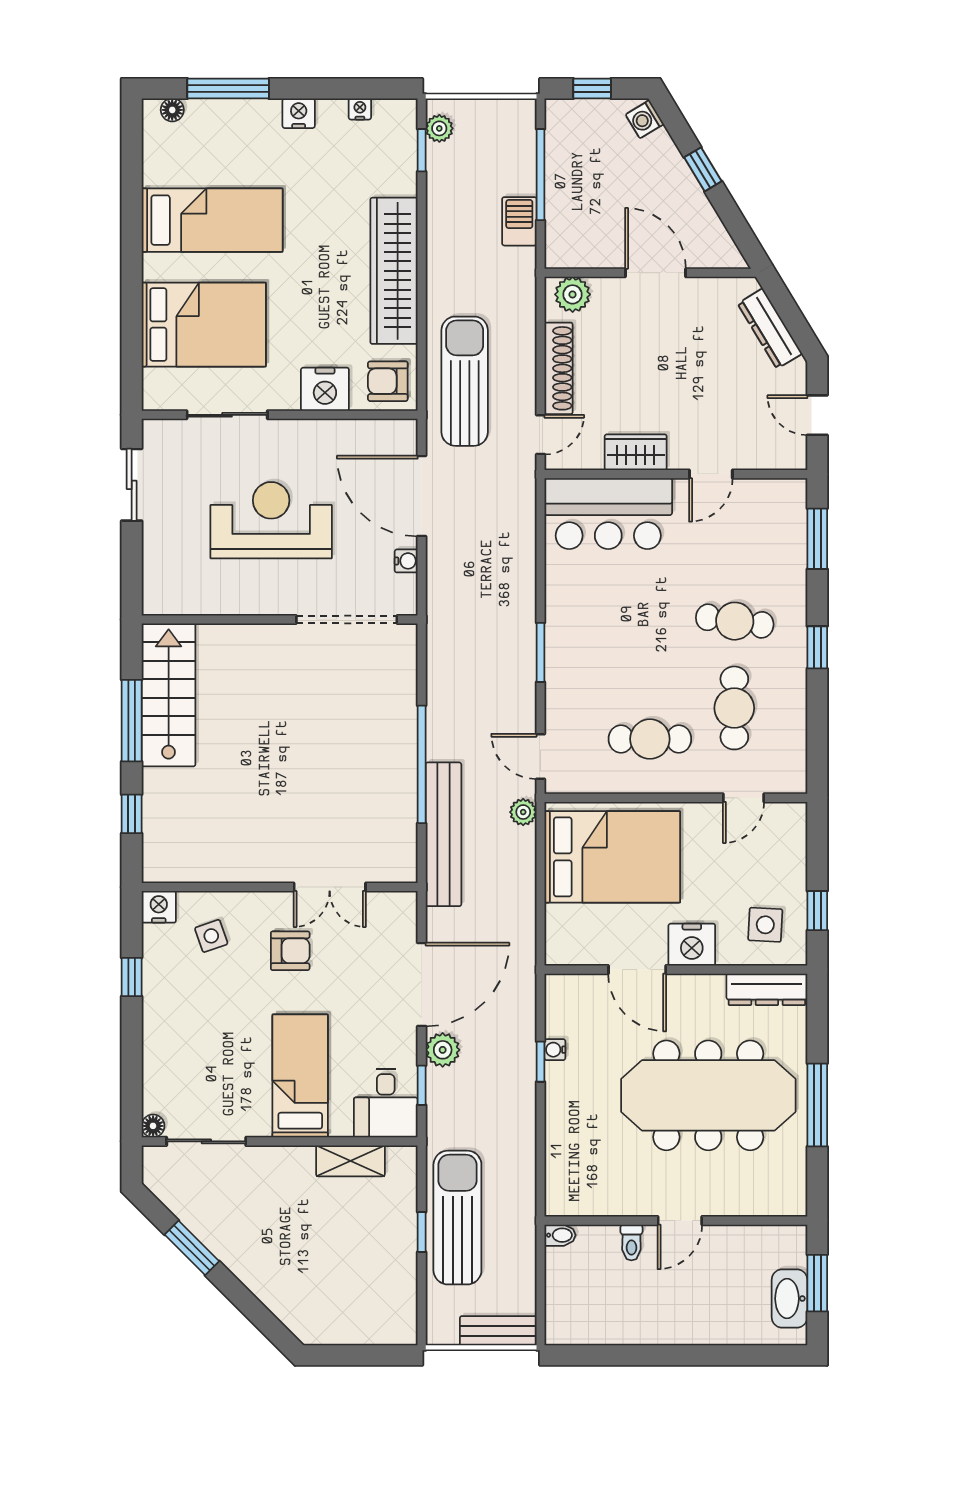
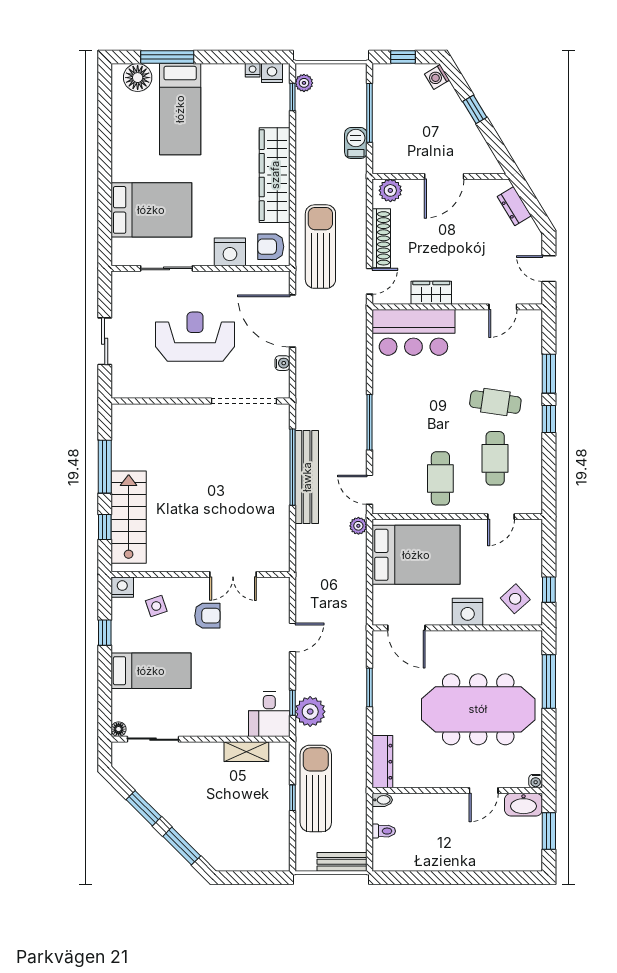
floor lamp: (172, 110) -> (138, 78), width x1.89, depth x1.89
nightstand: (299, 113) -> (272, 73), moved
bed: (212, 220) -> (180, 109), moved, turned 90
door: (656, 273) -> (444, 176), swing flipped
dresser: (770, 329) -> (514, 206), width x0.70
door: (711, 474) -> (503, 307), moved
sliding door: (132, 485) -> (105, 341), moved
window: (817, 539) -> (549, 374), moved
window: (540, 652) -> (370, 422), width x1.44
stairs: (169, 695) -> (129, 517), moved
cafe table: (650, 739) -> (440, 478), turned 90
window: (422, 764) -> (293, 467), moved
bench: (443, 834) -> (307, 477), moved
side table: (765, 925) -> (515, 599), turned 45
door: (637, 970) -> (406, 628), moved
door: (422, 985) -> (293, 637), width x0.53
dresser: (767, 989) -> (382, 762), moved, turned -90
plant: (443, 1050) -> (310, 712), moved, width x1.36, depth x1.36
water cooler: (555, 1050) -> (536, 781), moved, turned -90
window: (540, 1062) -> (370, 687), width x1.50
bed: (300, 1076) -> (151, 671), moved, turned 90
window: (817, 1105) -> (549, 681), moved
door: (680, 1221) -> (484, 790), moved
toilet: (631, 1243) -> (384, 831), moved, turned -90
washbasin: (789, 1299) -> (524, 805), moved, turned -90
window: (251, 1306) -> (182, 846), added

